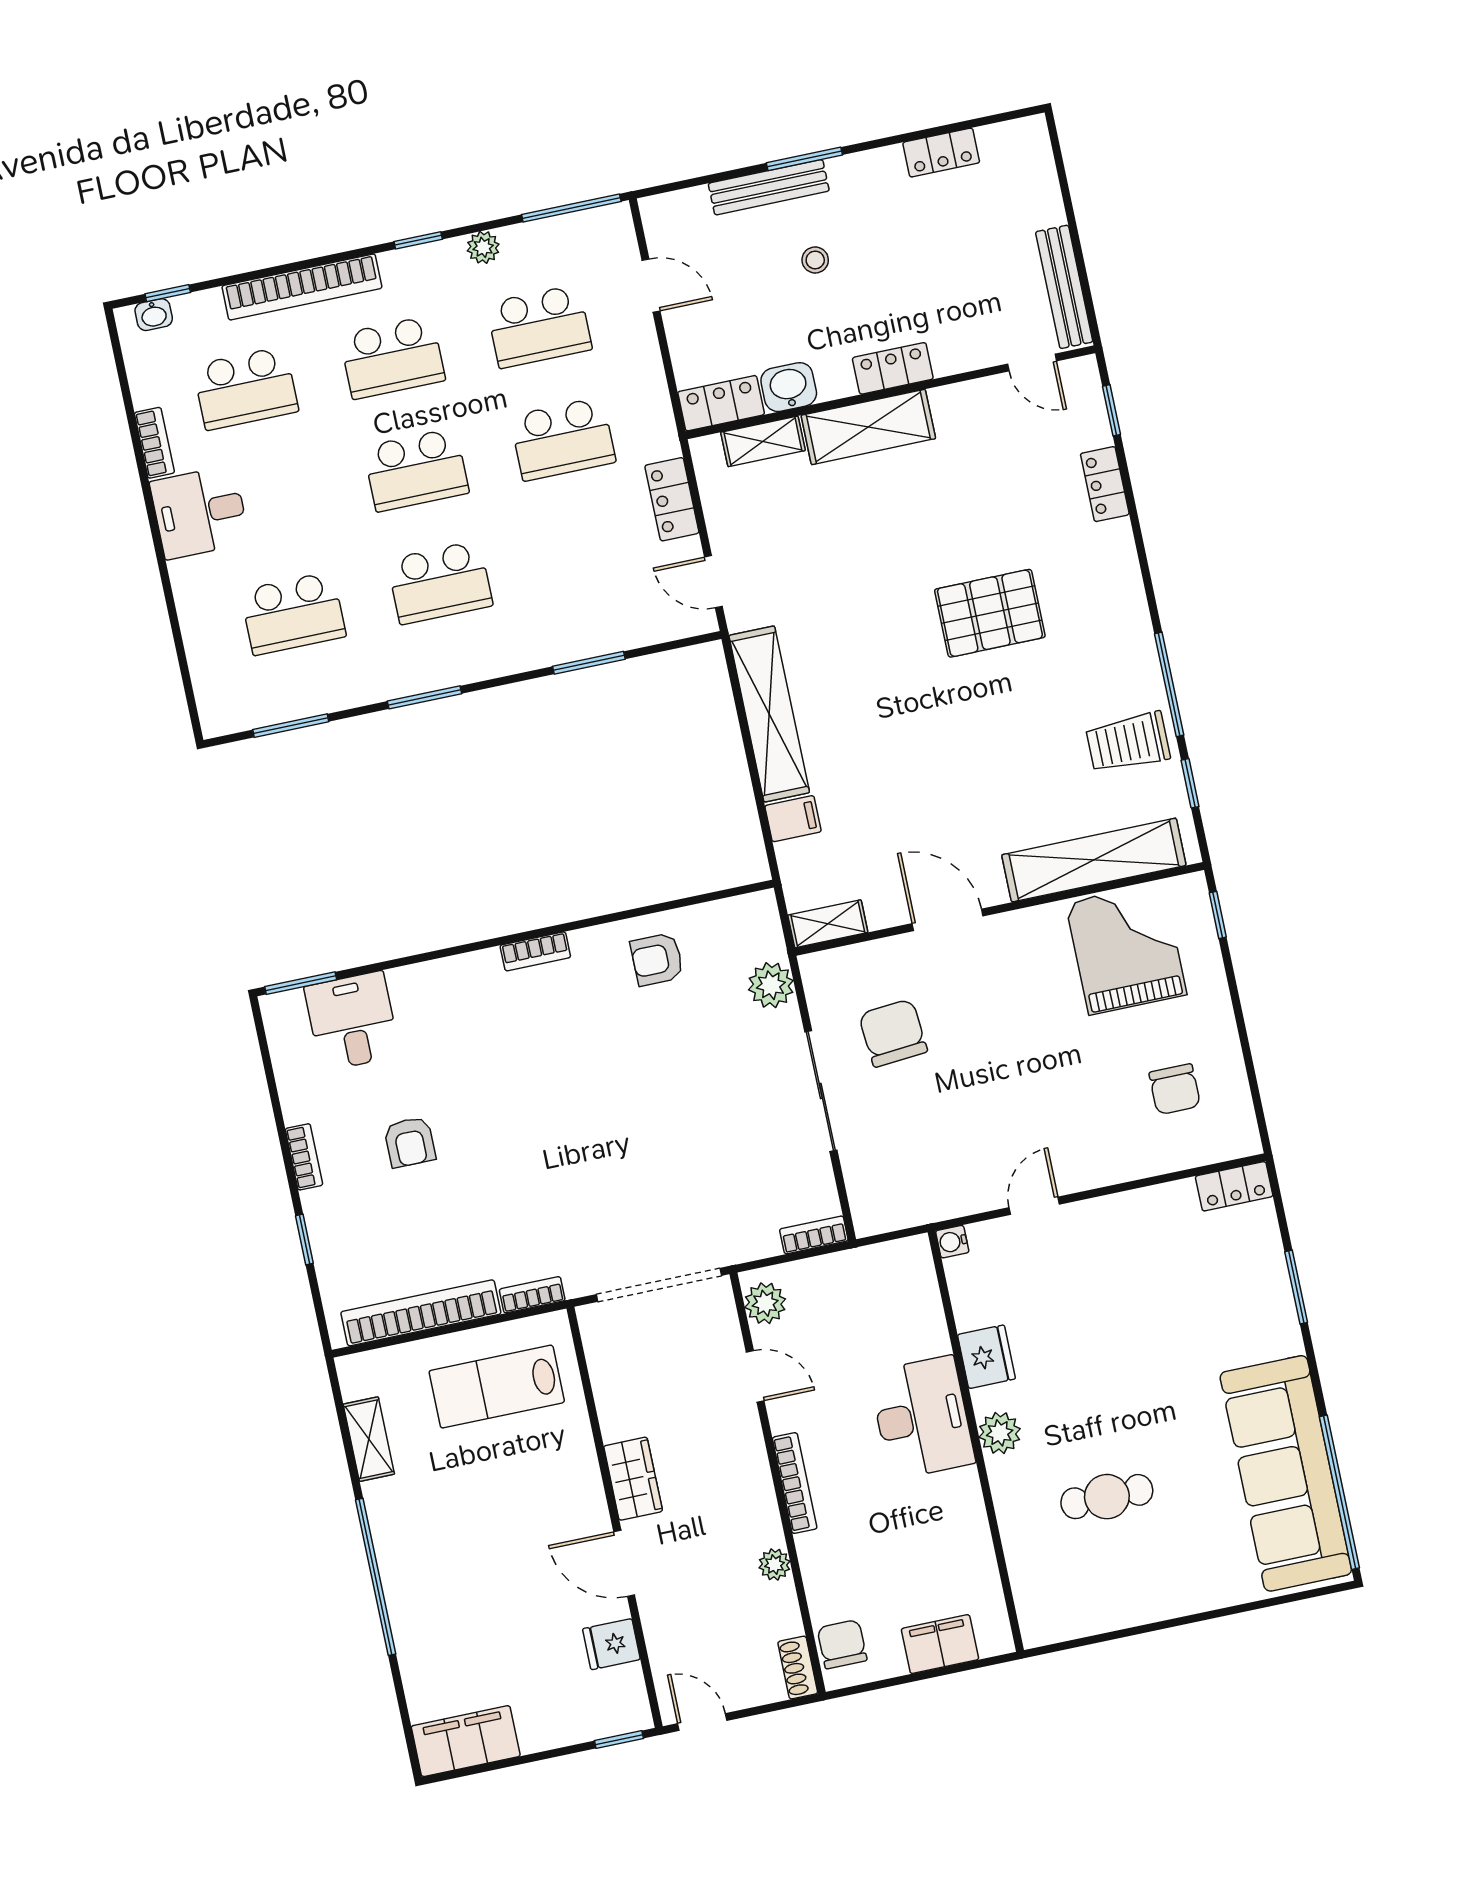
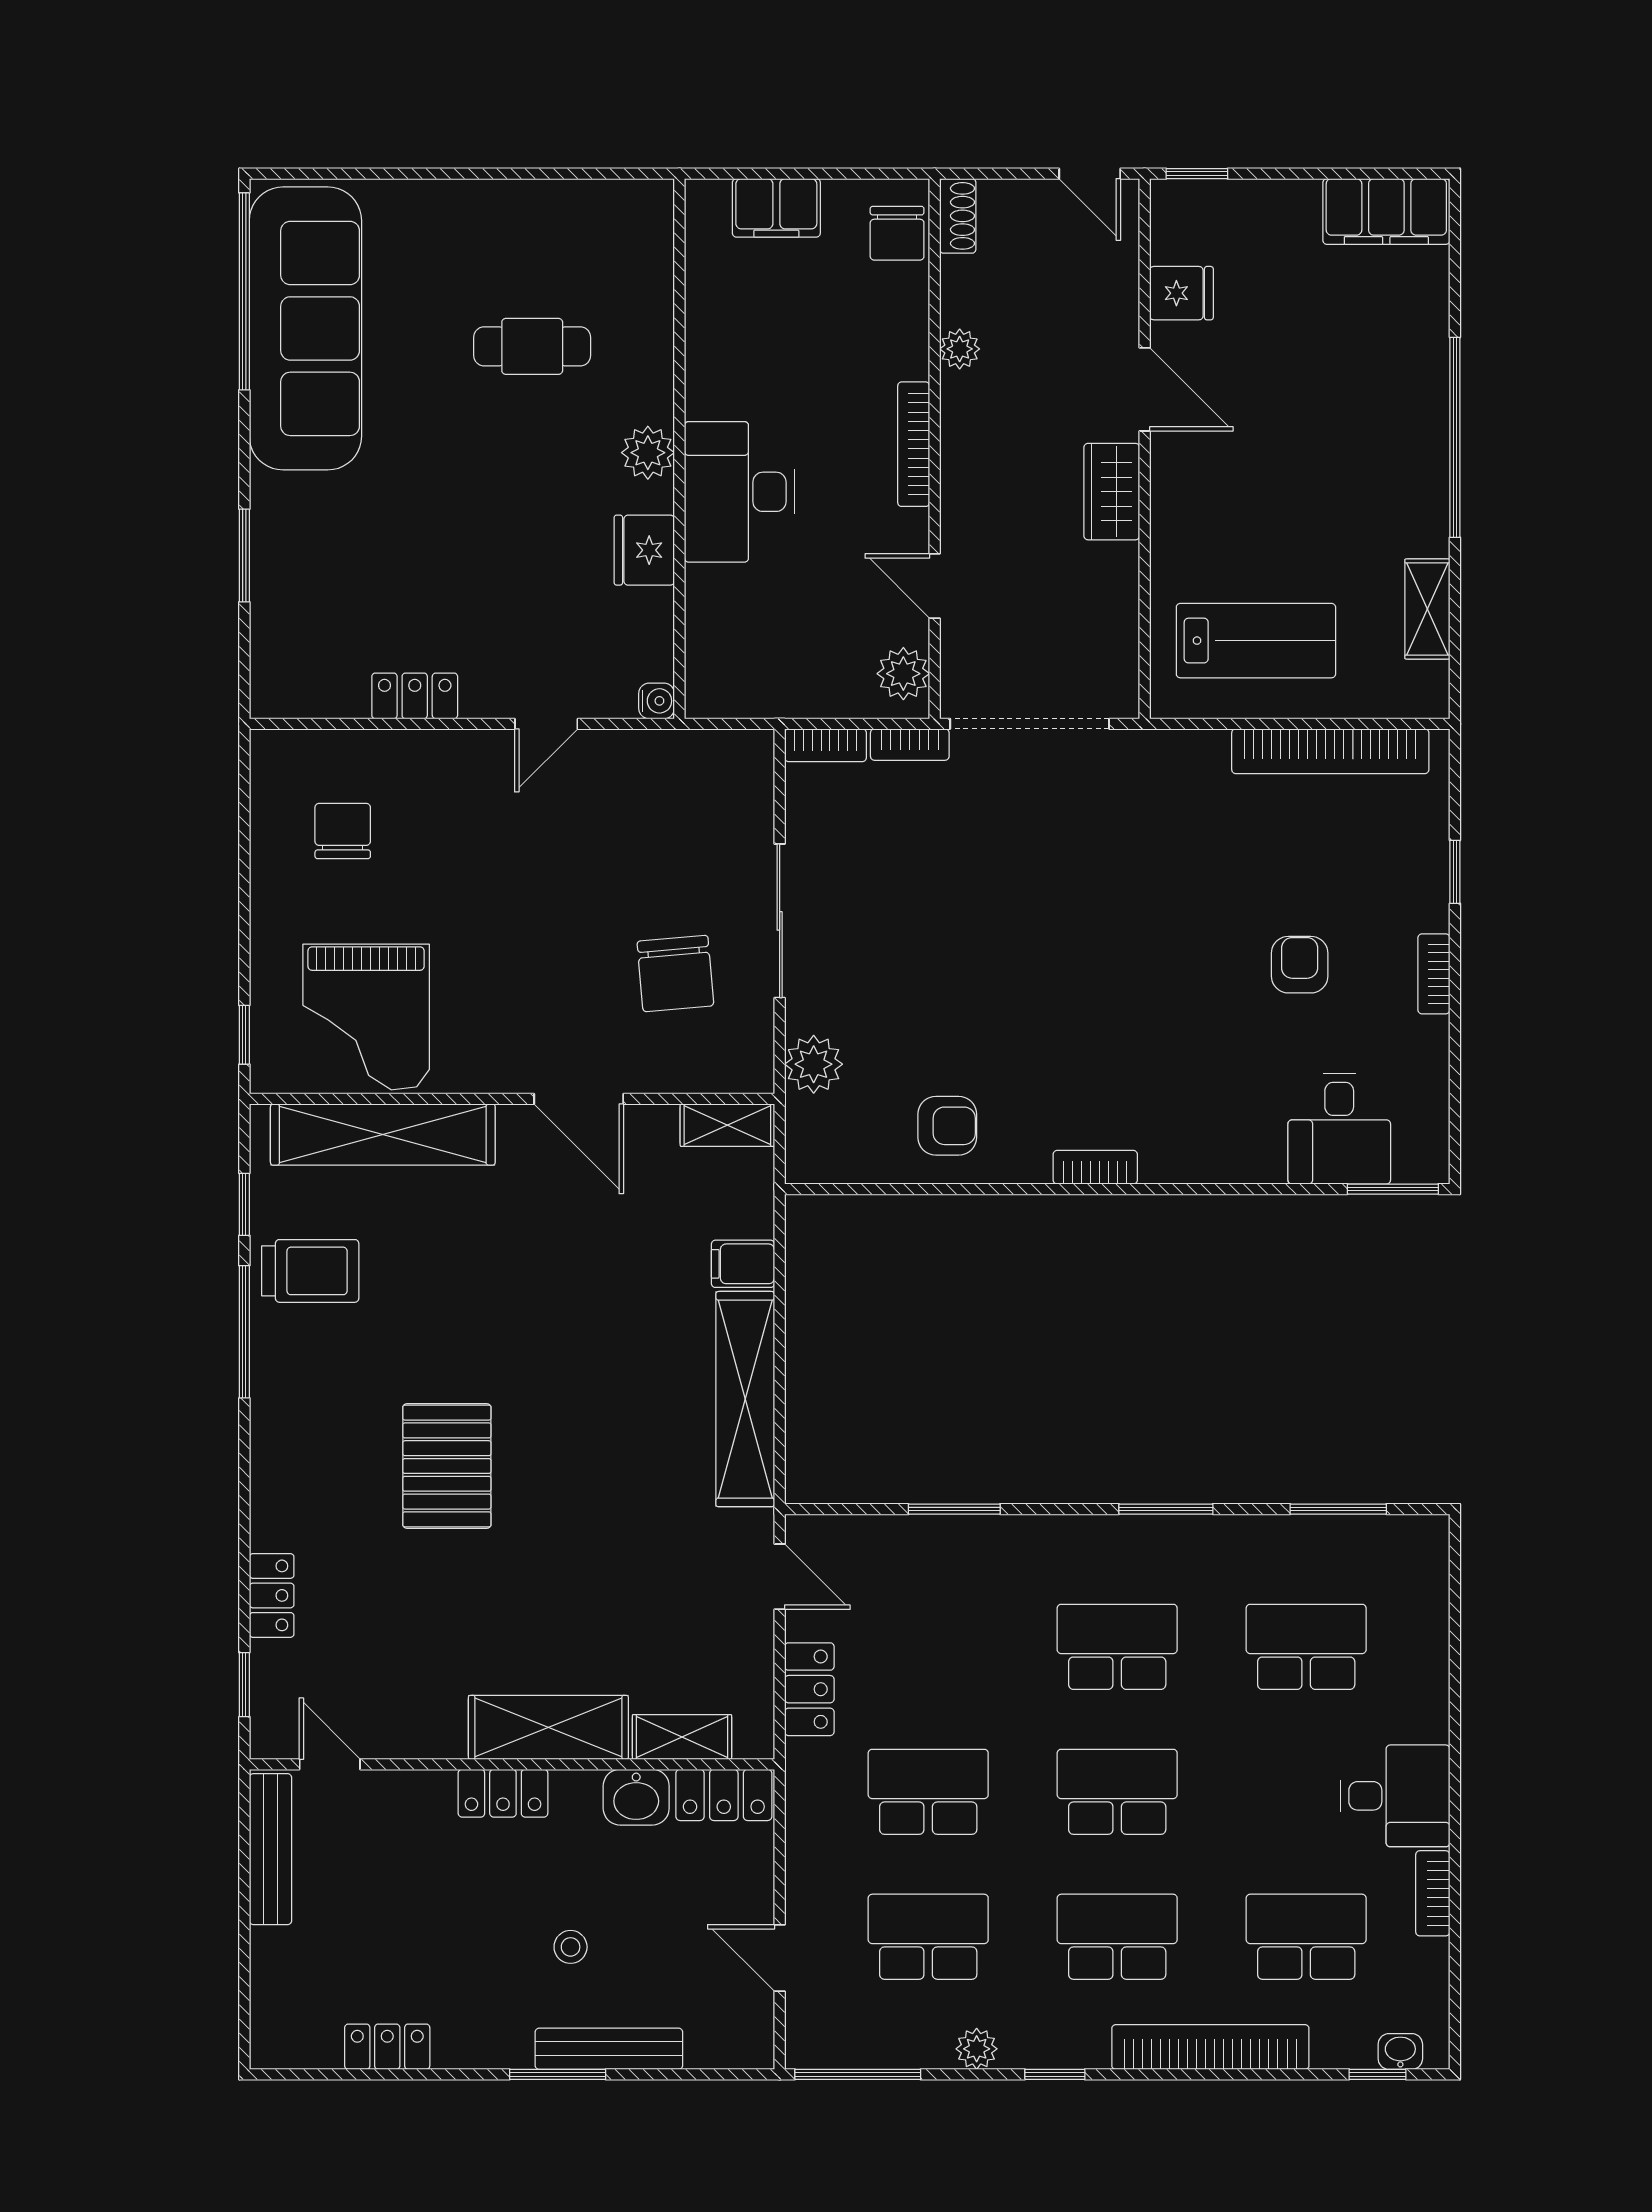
pallet: (990, 613) -> (447, 1466), turned 90
locker: (1234, 1186) -> (415, 696), moved
bookcase: (532, 1295) -> (910, 745), moved

